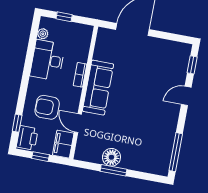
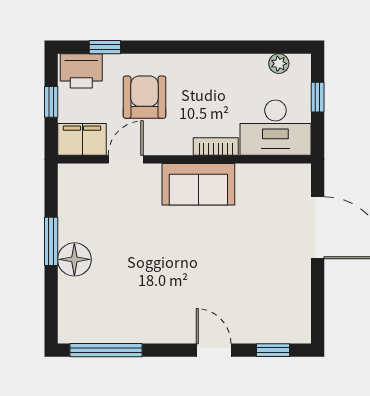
desk: (47, 60) -> (275, 128), moved, turned 180
sofa: (98, 88) -> (198, 184), width x0.73
floor lamp: (111, 157) -> (74, 259), moved

